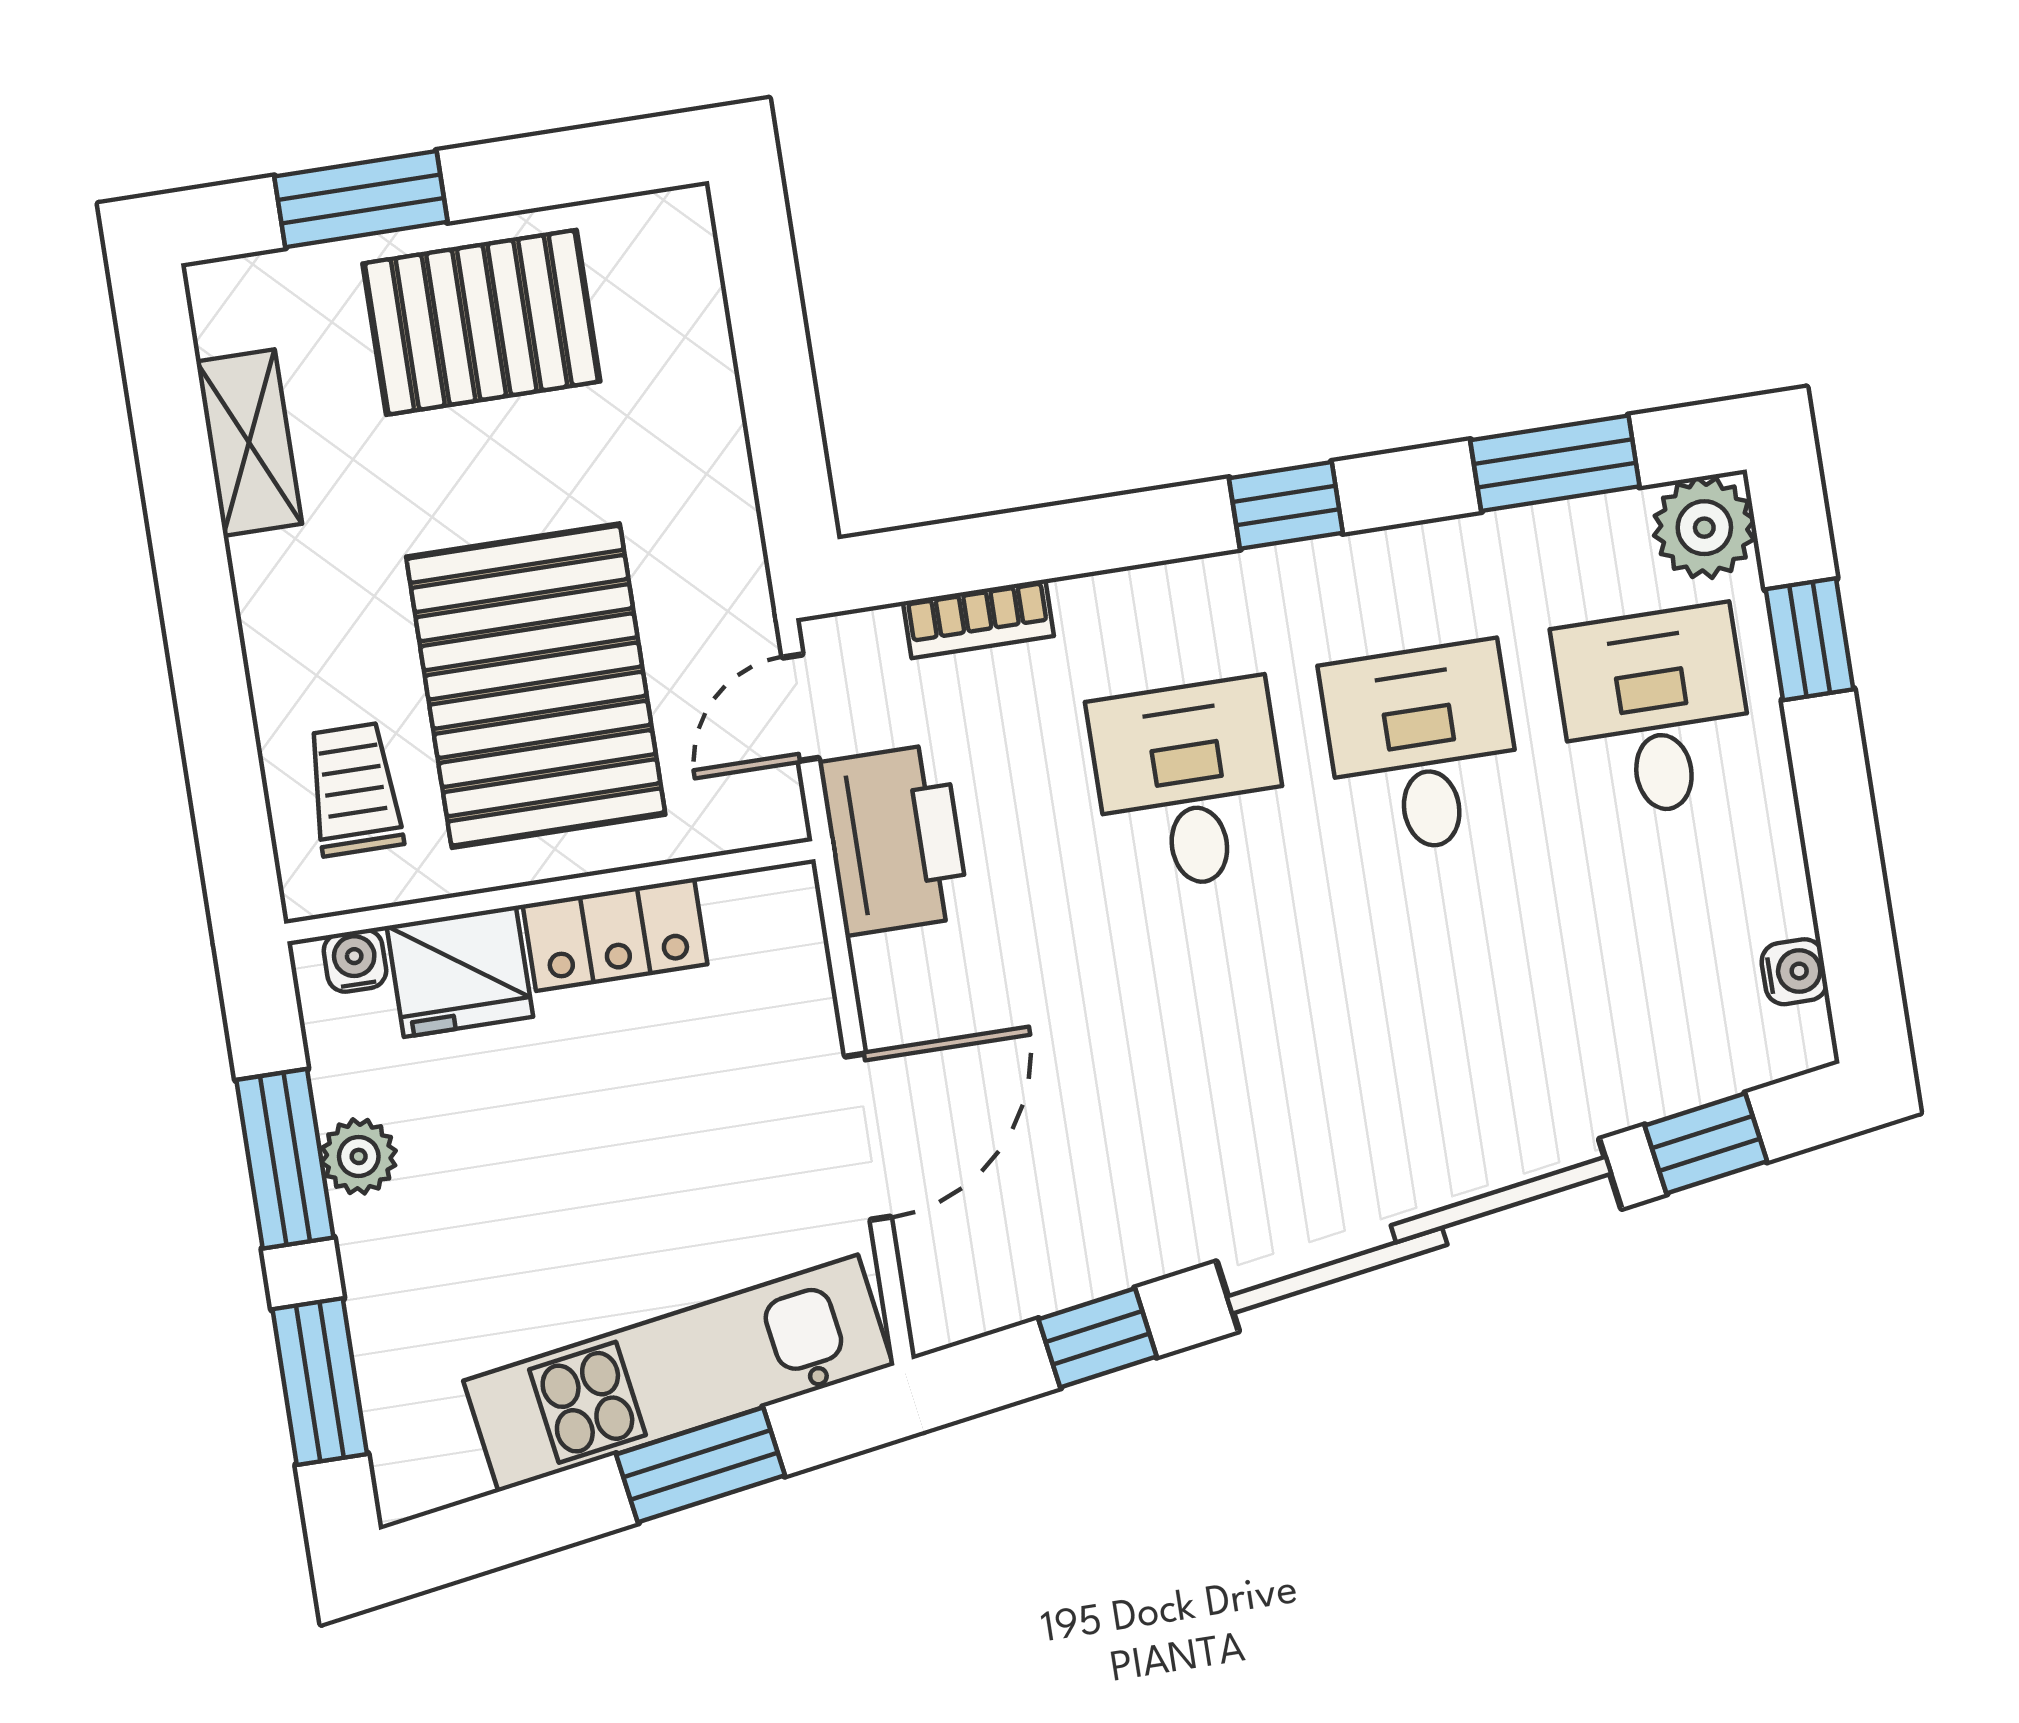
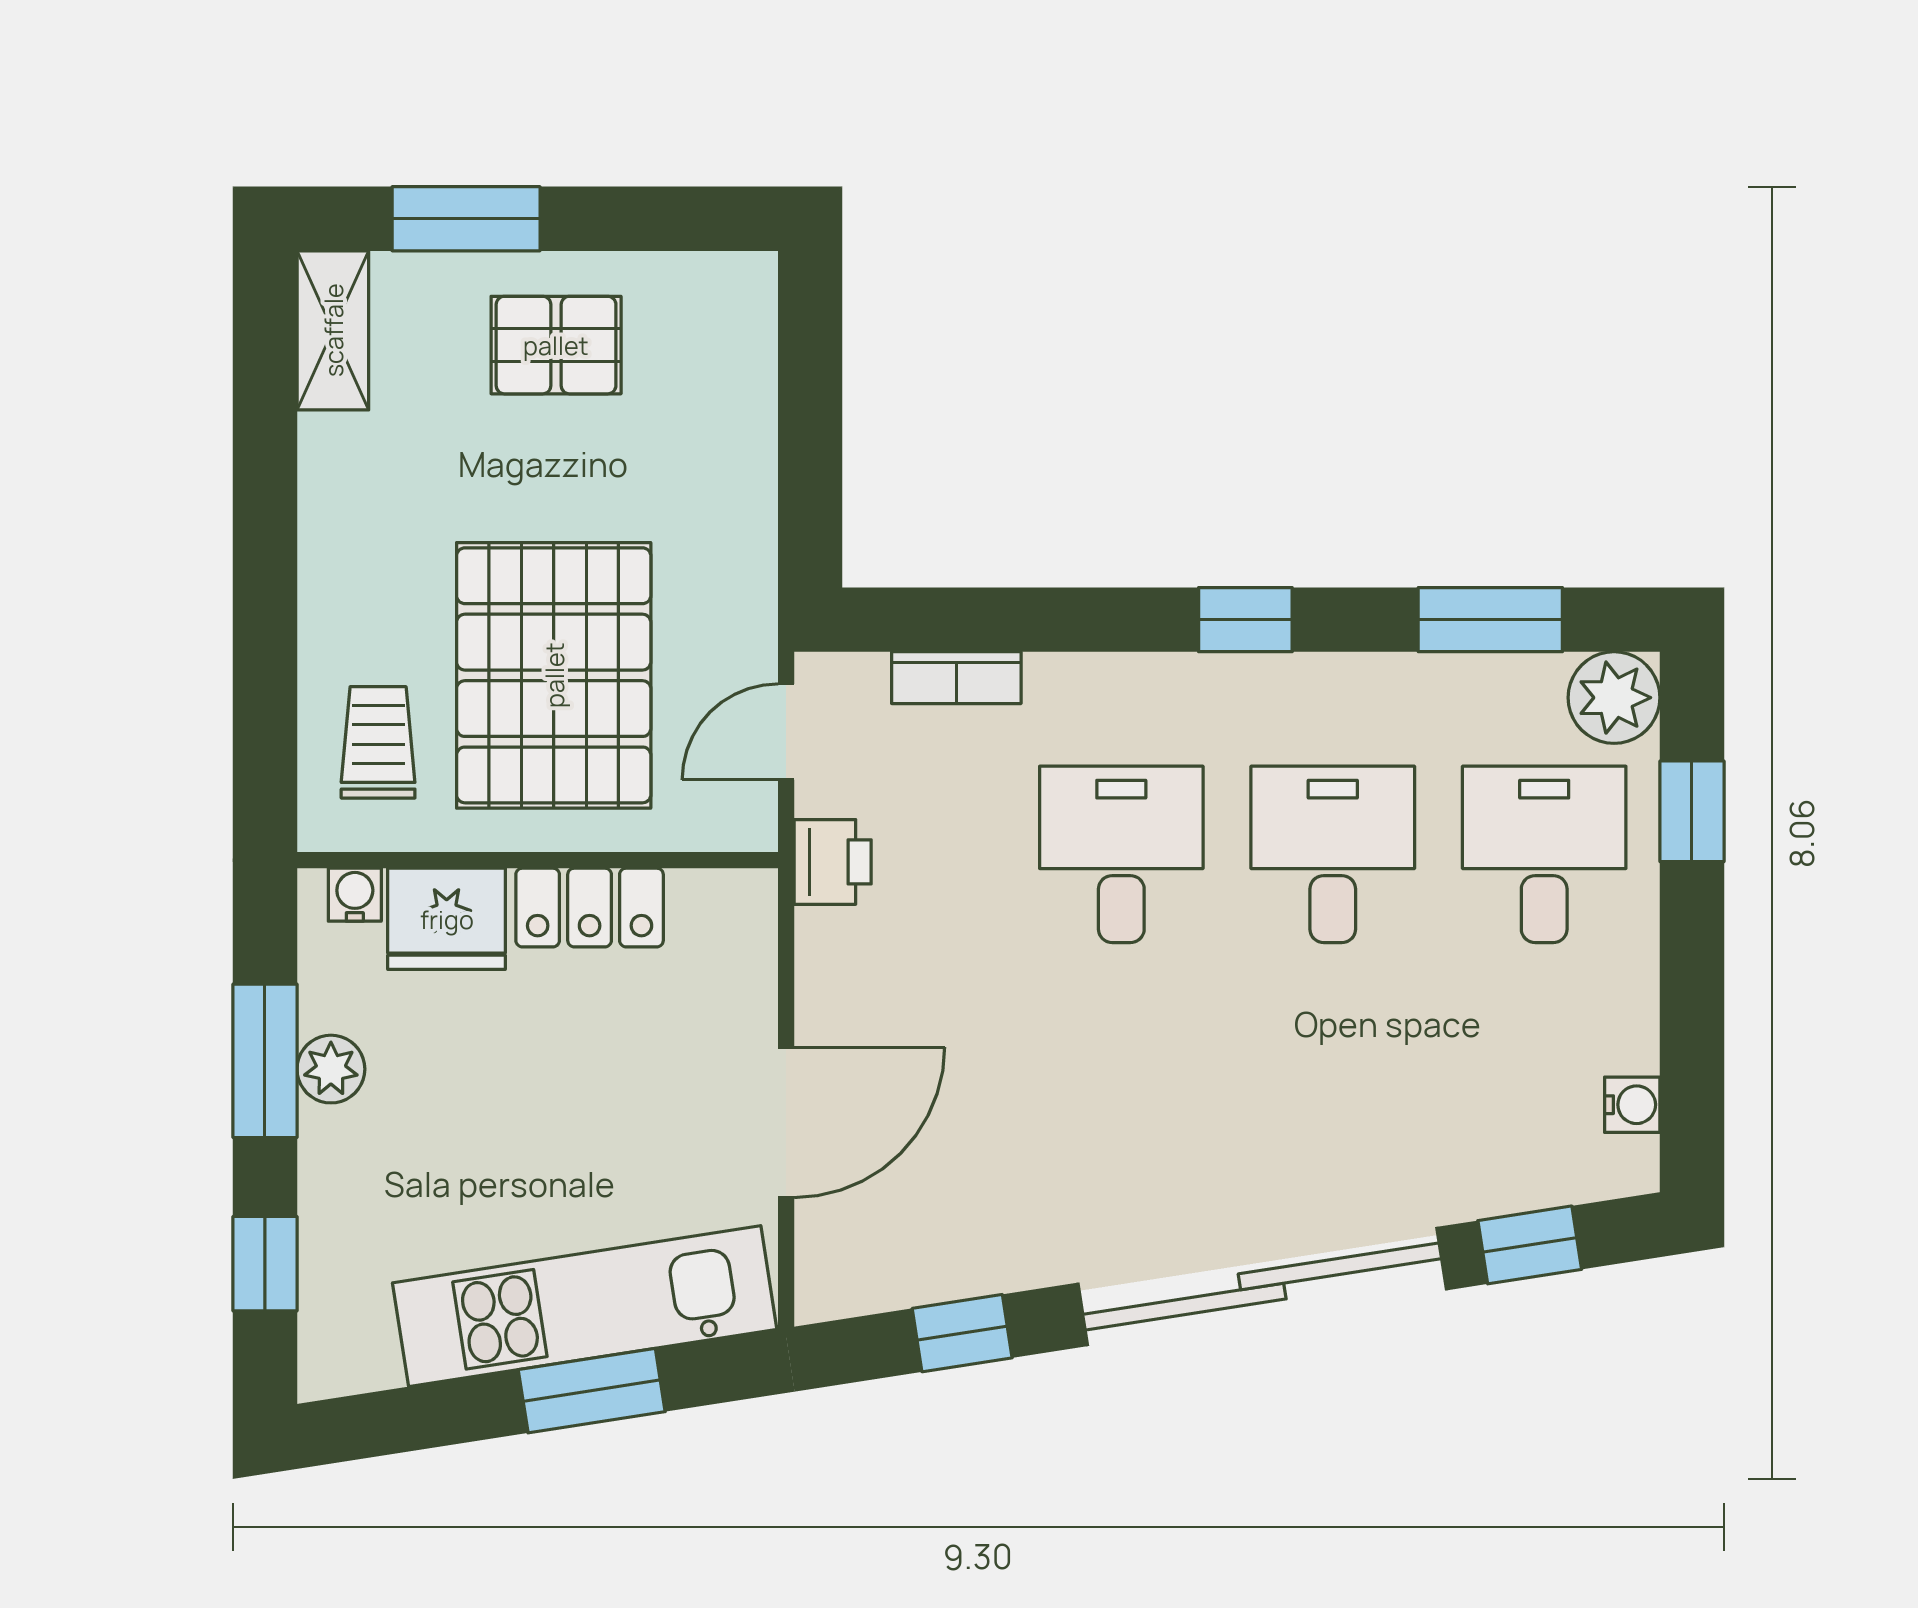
pallet: (481, 322) -> (556, 345), width x0.67, depth x0.71
shelving: (249, 443) -> (333, 330), moved
printer: (894, 839) -> (833, 862), width x0.53, depth x0.68
window: (320, 1382) -> (265, 1264), width x0.67

